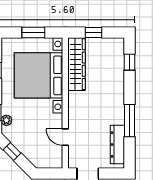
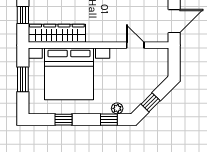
door: (65, 137) -> (135, 45), swing flipped

